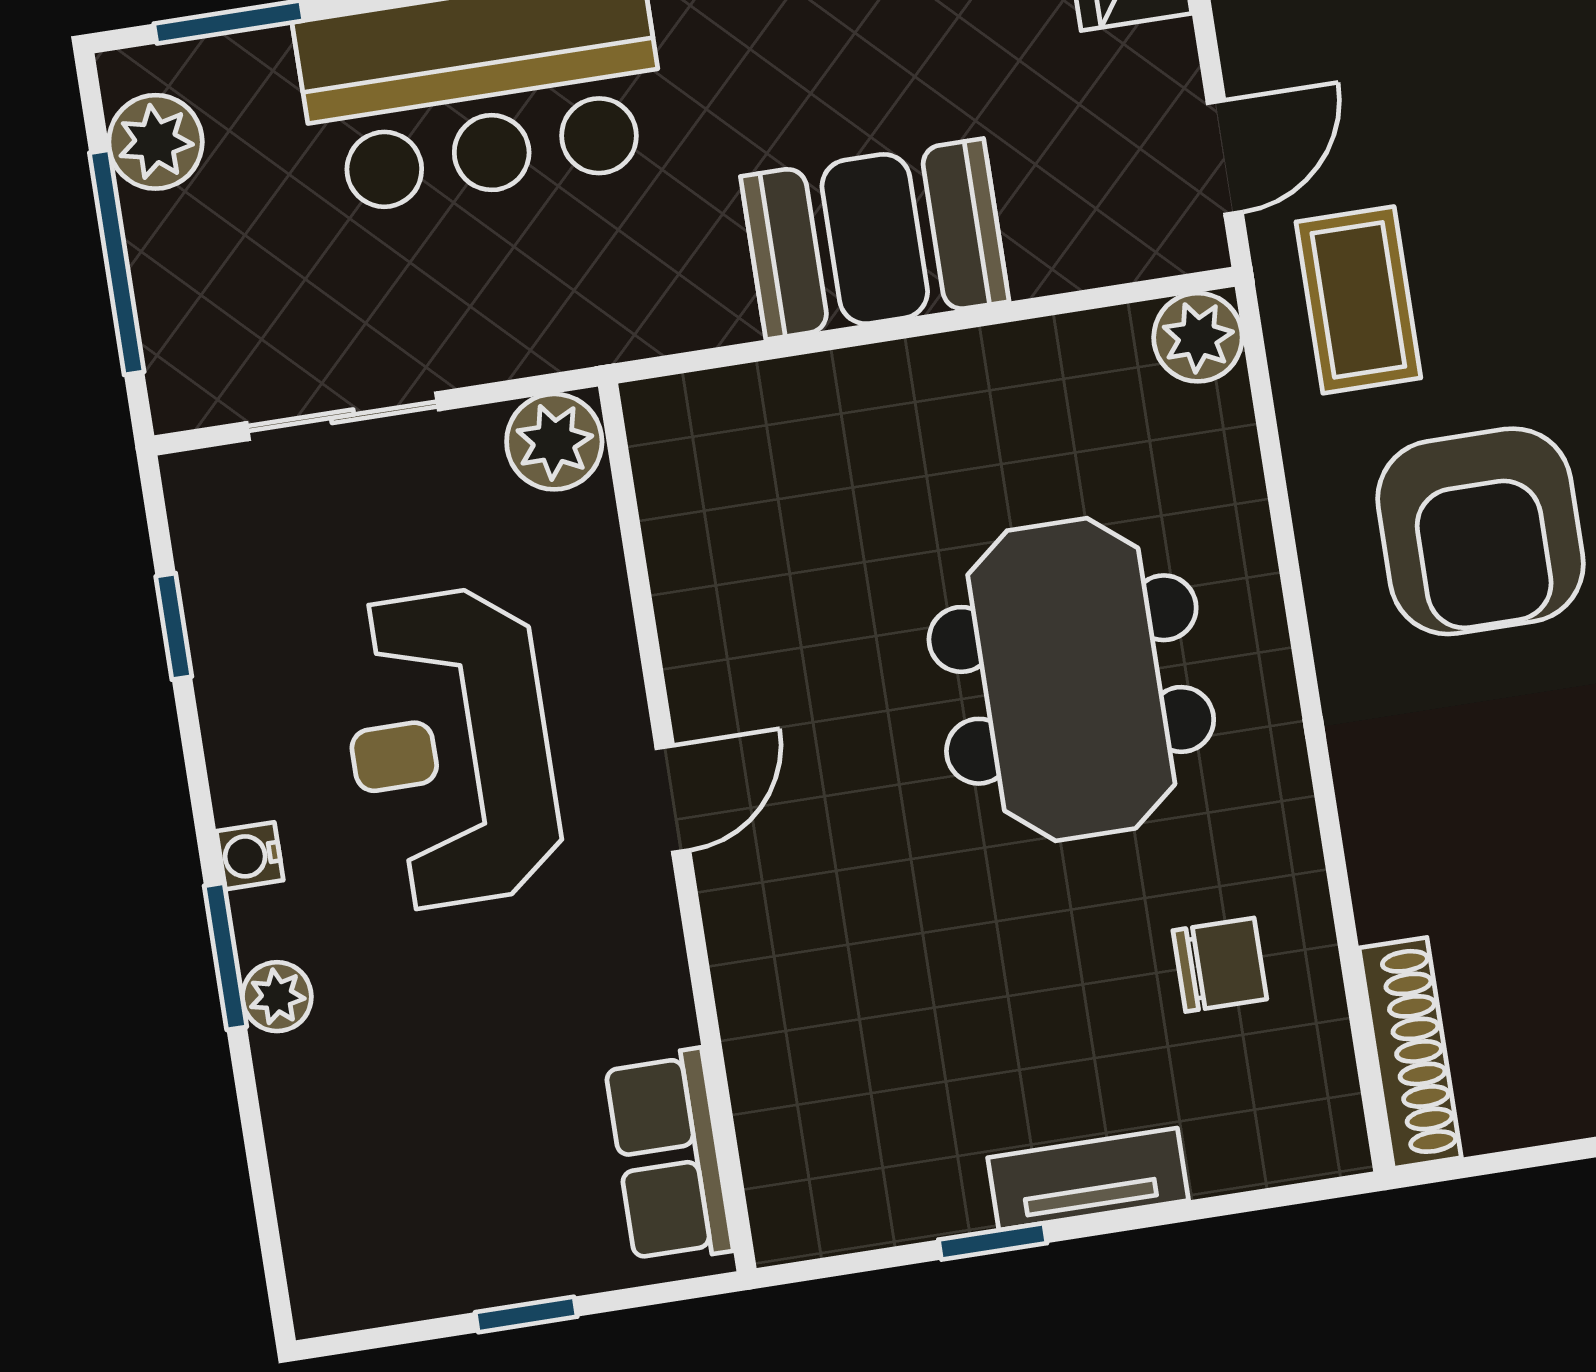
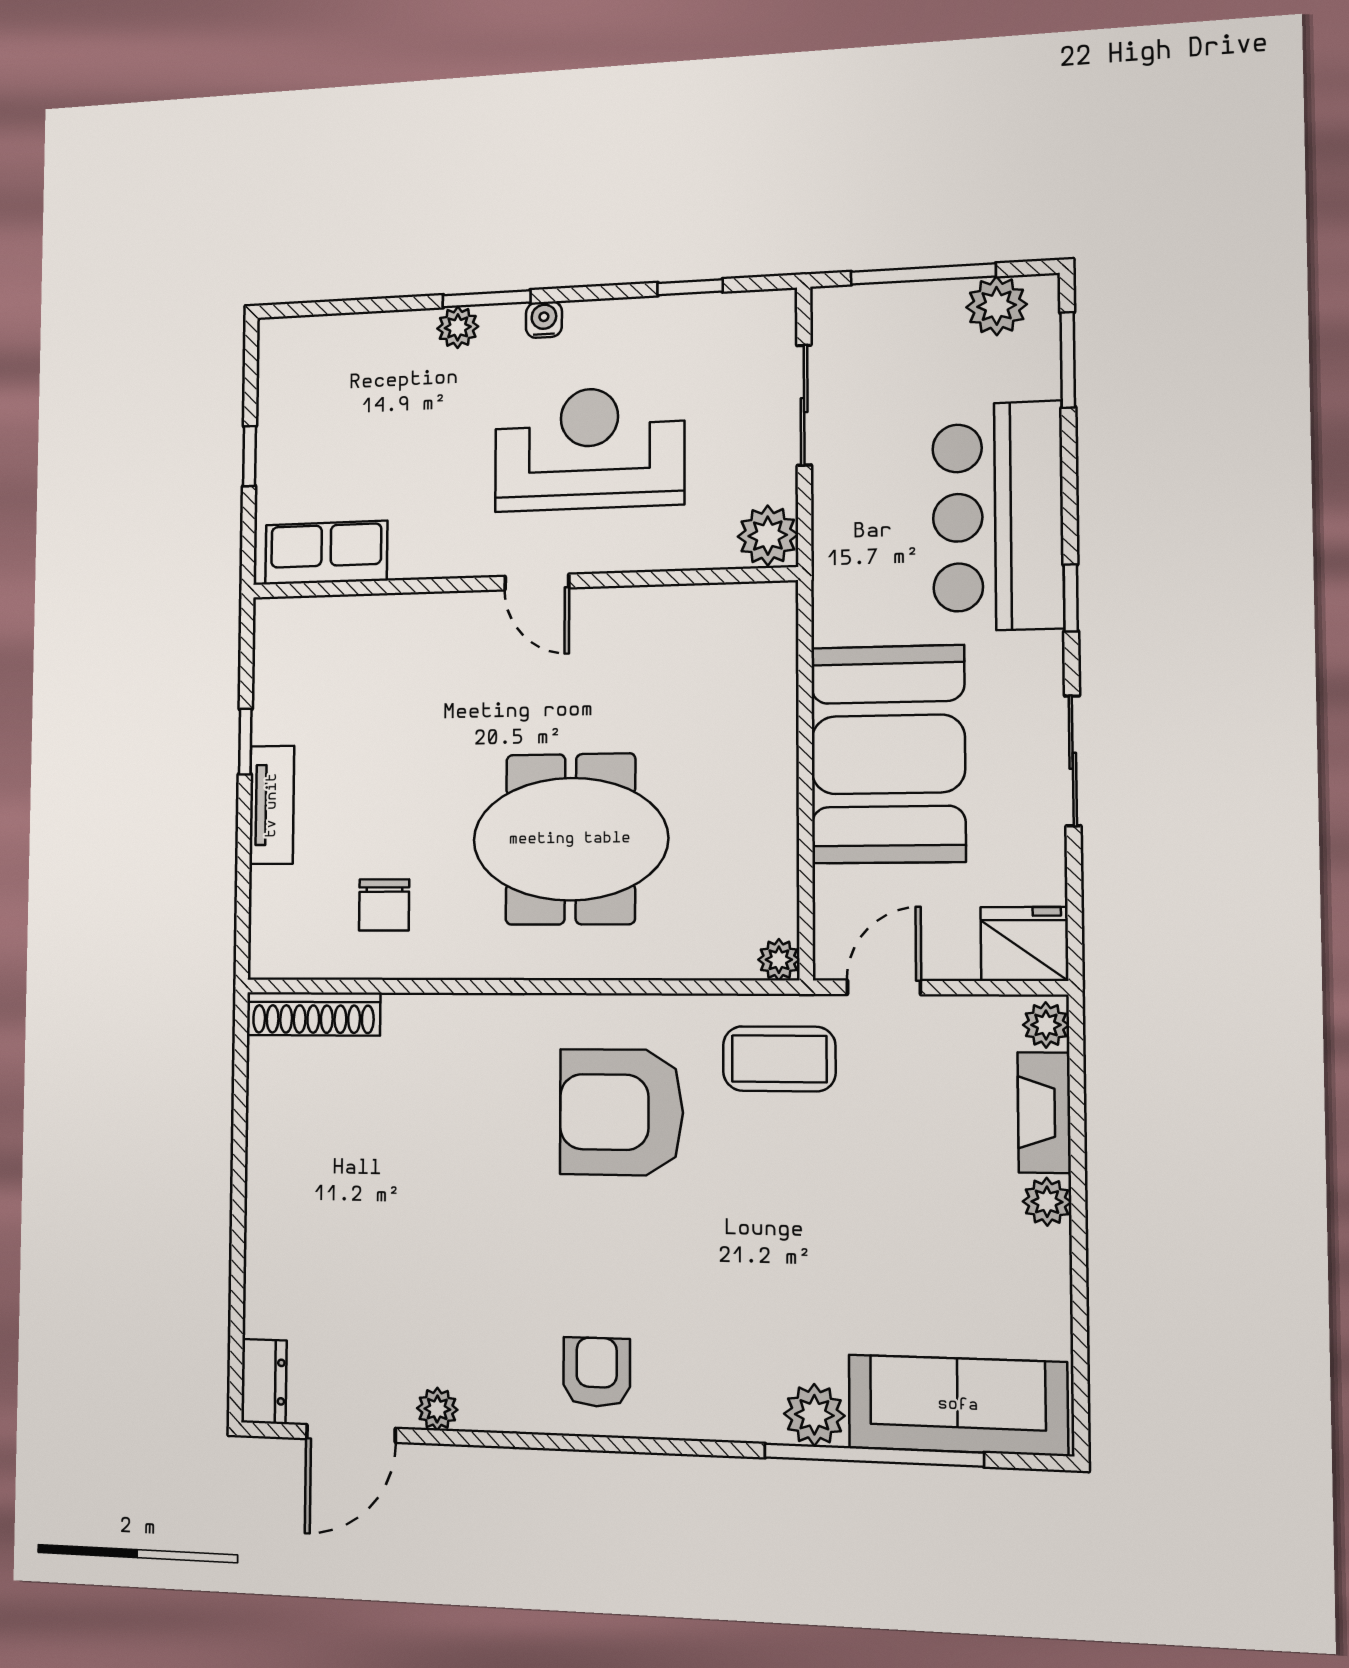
door: (1225, 158) -> (884, 987), swing flipped
booth: (875, 239) -> (888, 754), width x1.36, depth x1.42
plant: (1198, 337) -> (779, 960), width x0.73, depth x0.73

